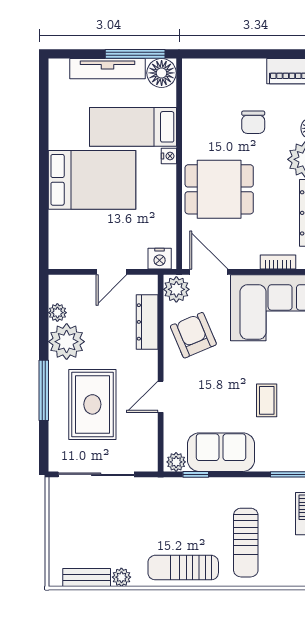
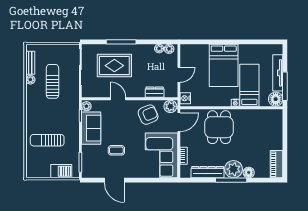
chair: (253, 122) -> (252, 144), removed
door: (111, 272) -> (179, 75), swing flipped
dresser: (147, 322) -> (155, 92), width x0.70
plant: (67, 342) -> (169, 49), moved, width x0.53, depth x0.53
sun lounger: (183, 568) -> (53, 81), moved

